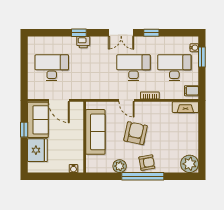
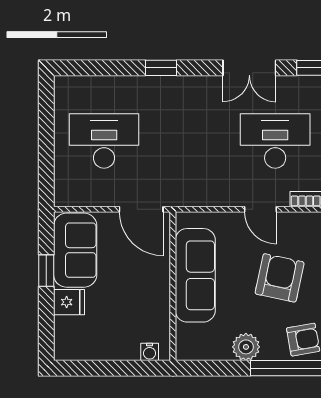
printer: (83, 42) -> (170, 87), removed
door: (59, 100) -> (141, 209), moved
fridge: (37, 150) -> (69, 302), width x0.53, depth x0.75

